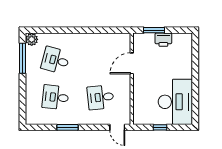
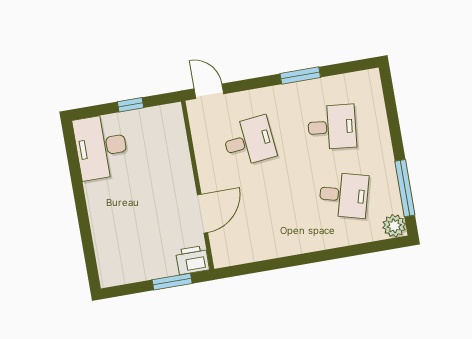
printer: (163, 40) -> (192, 260), moved
desk: (175, 102) -> (101, 147), width x0.73, depth x0.77

